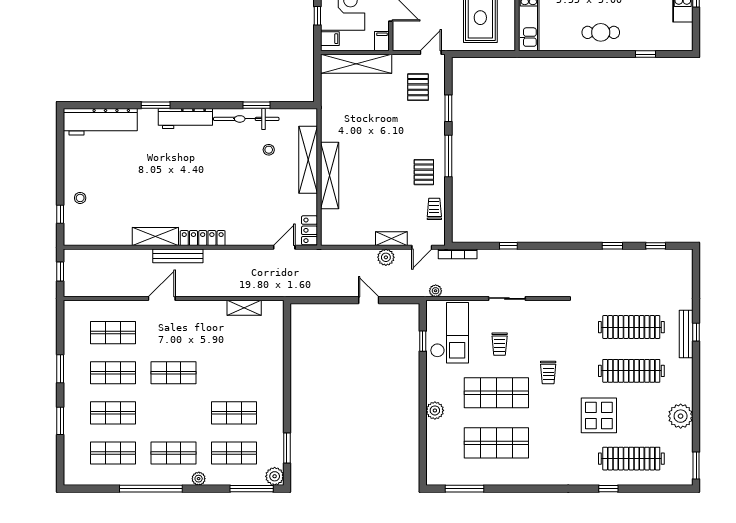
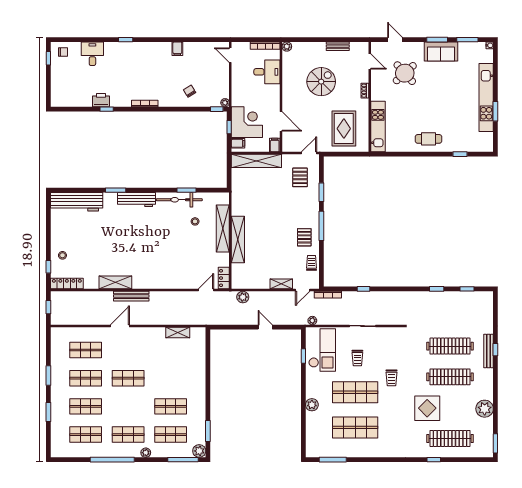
locker: (203, 238) -> (67, 284), moved
plant: (386, 257) -> (243, 297), moved

